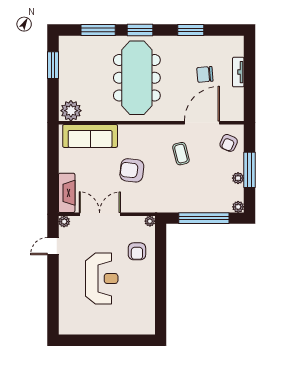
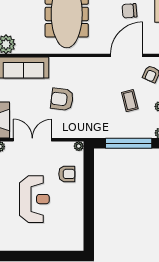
coffee table: (181, 154) -> (130, 101), moved
armchair: (137, 251) -> (67, 174), turned -90

